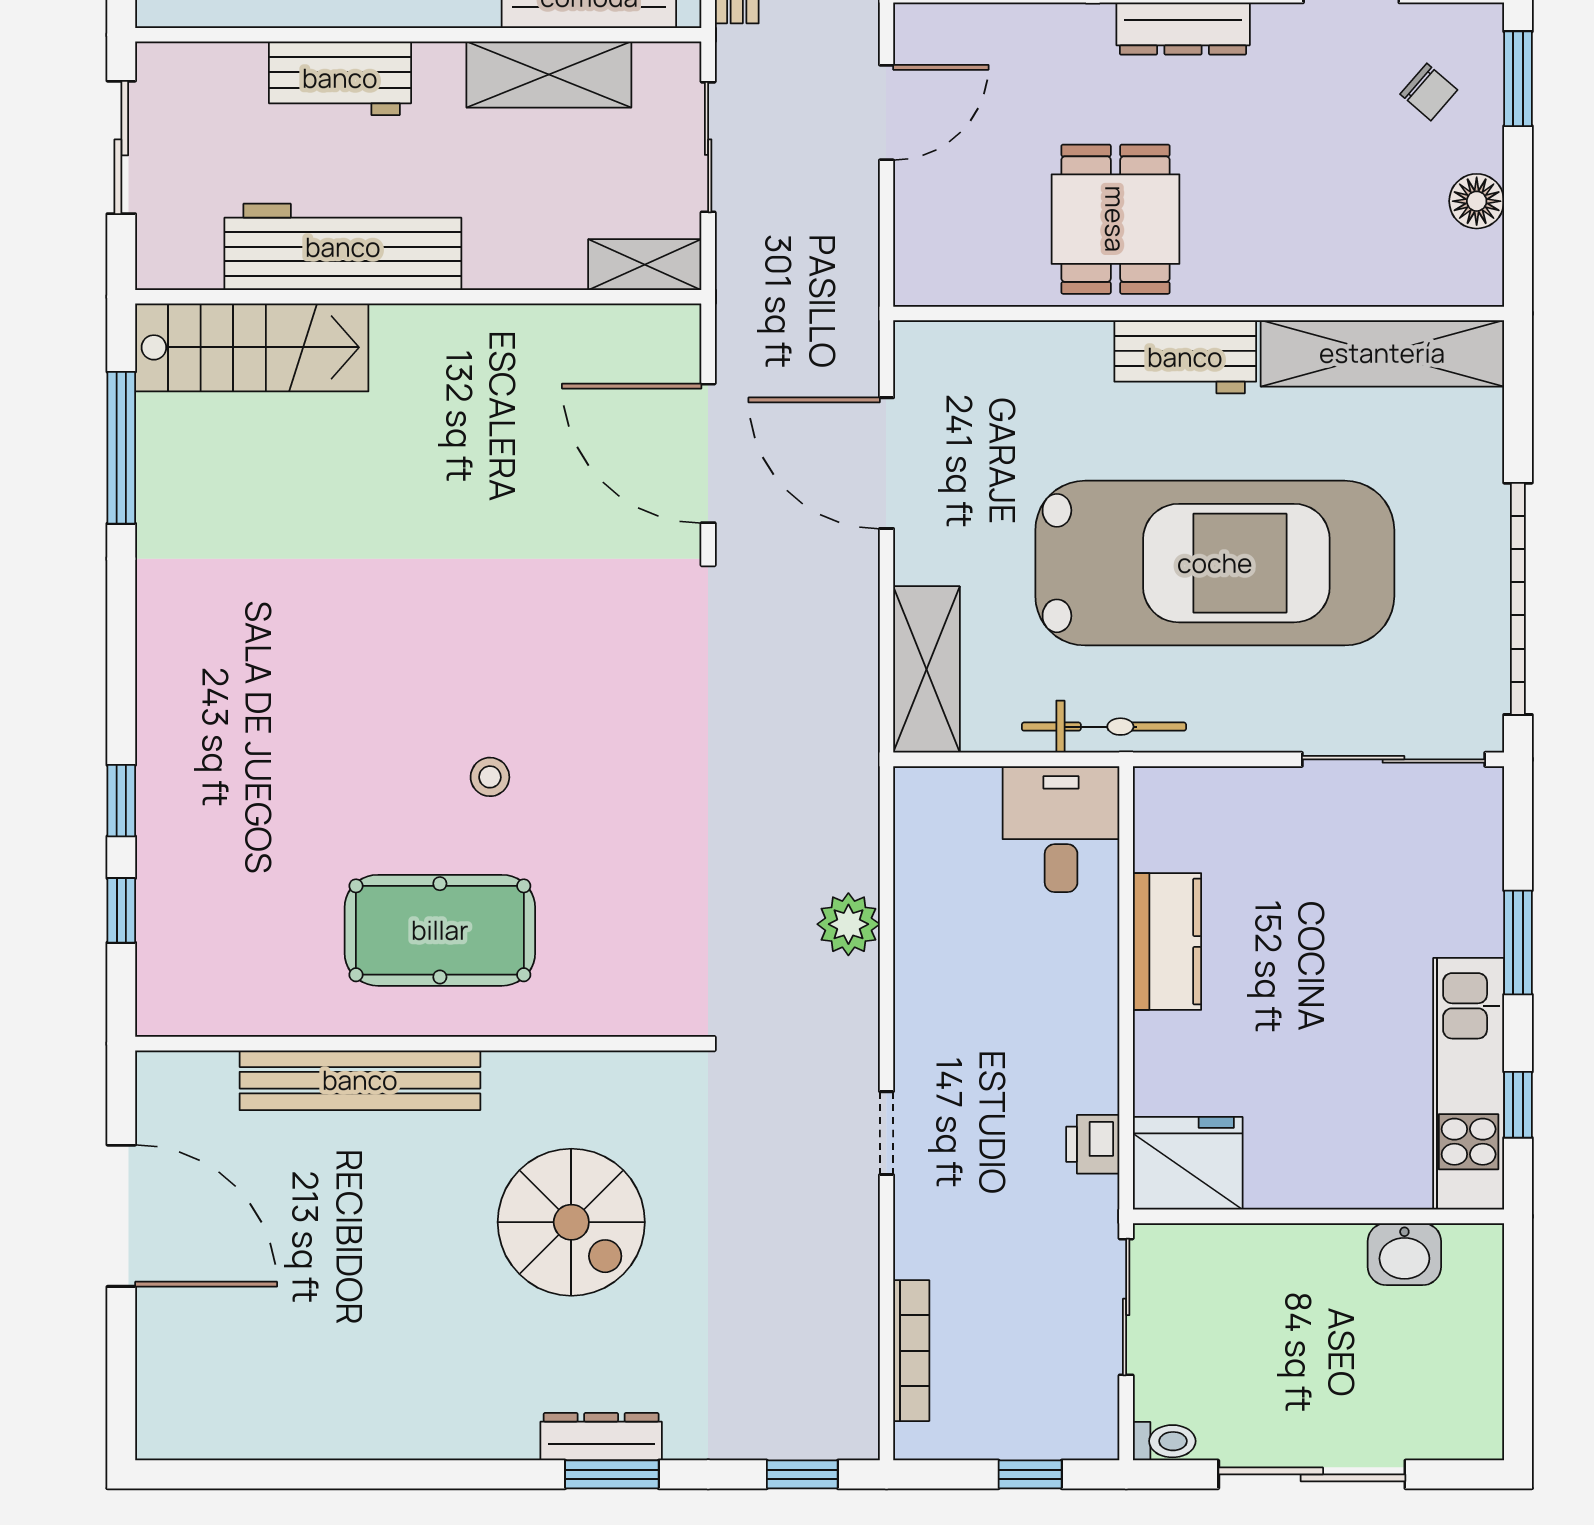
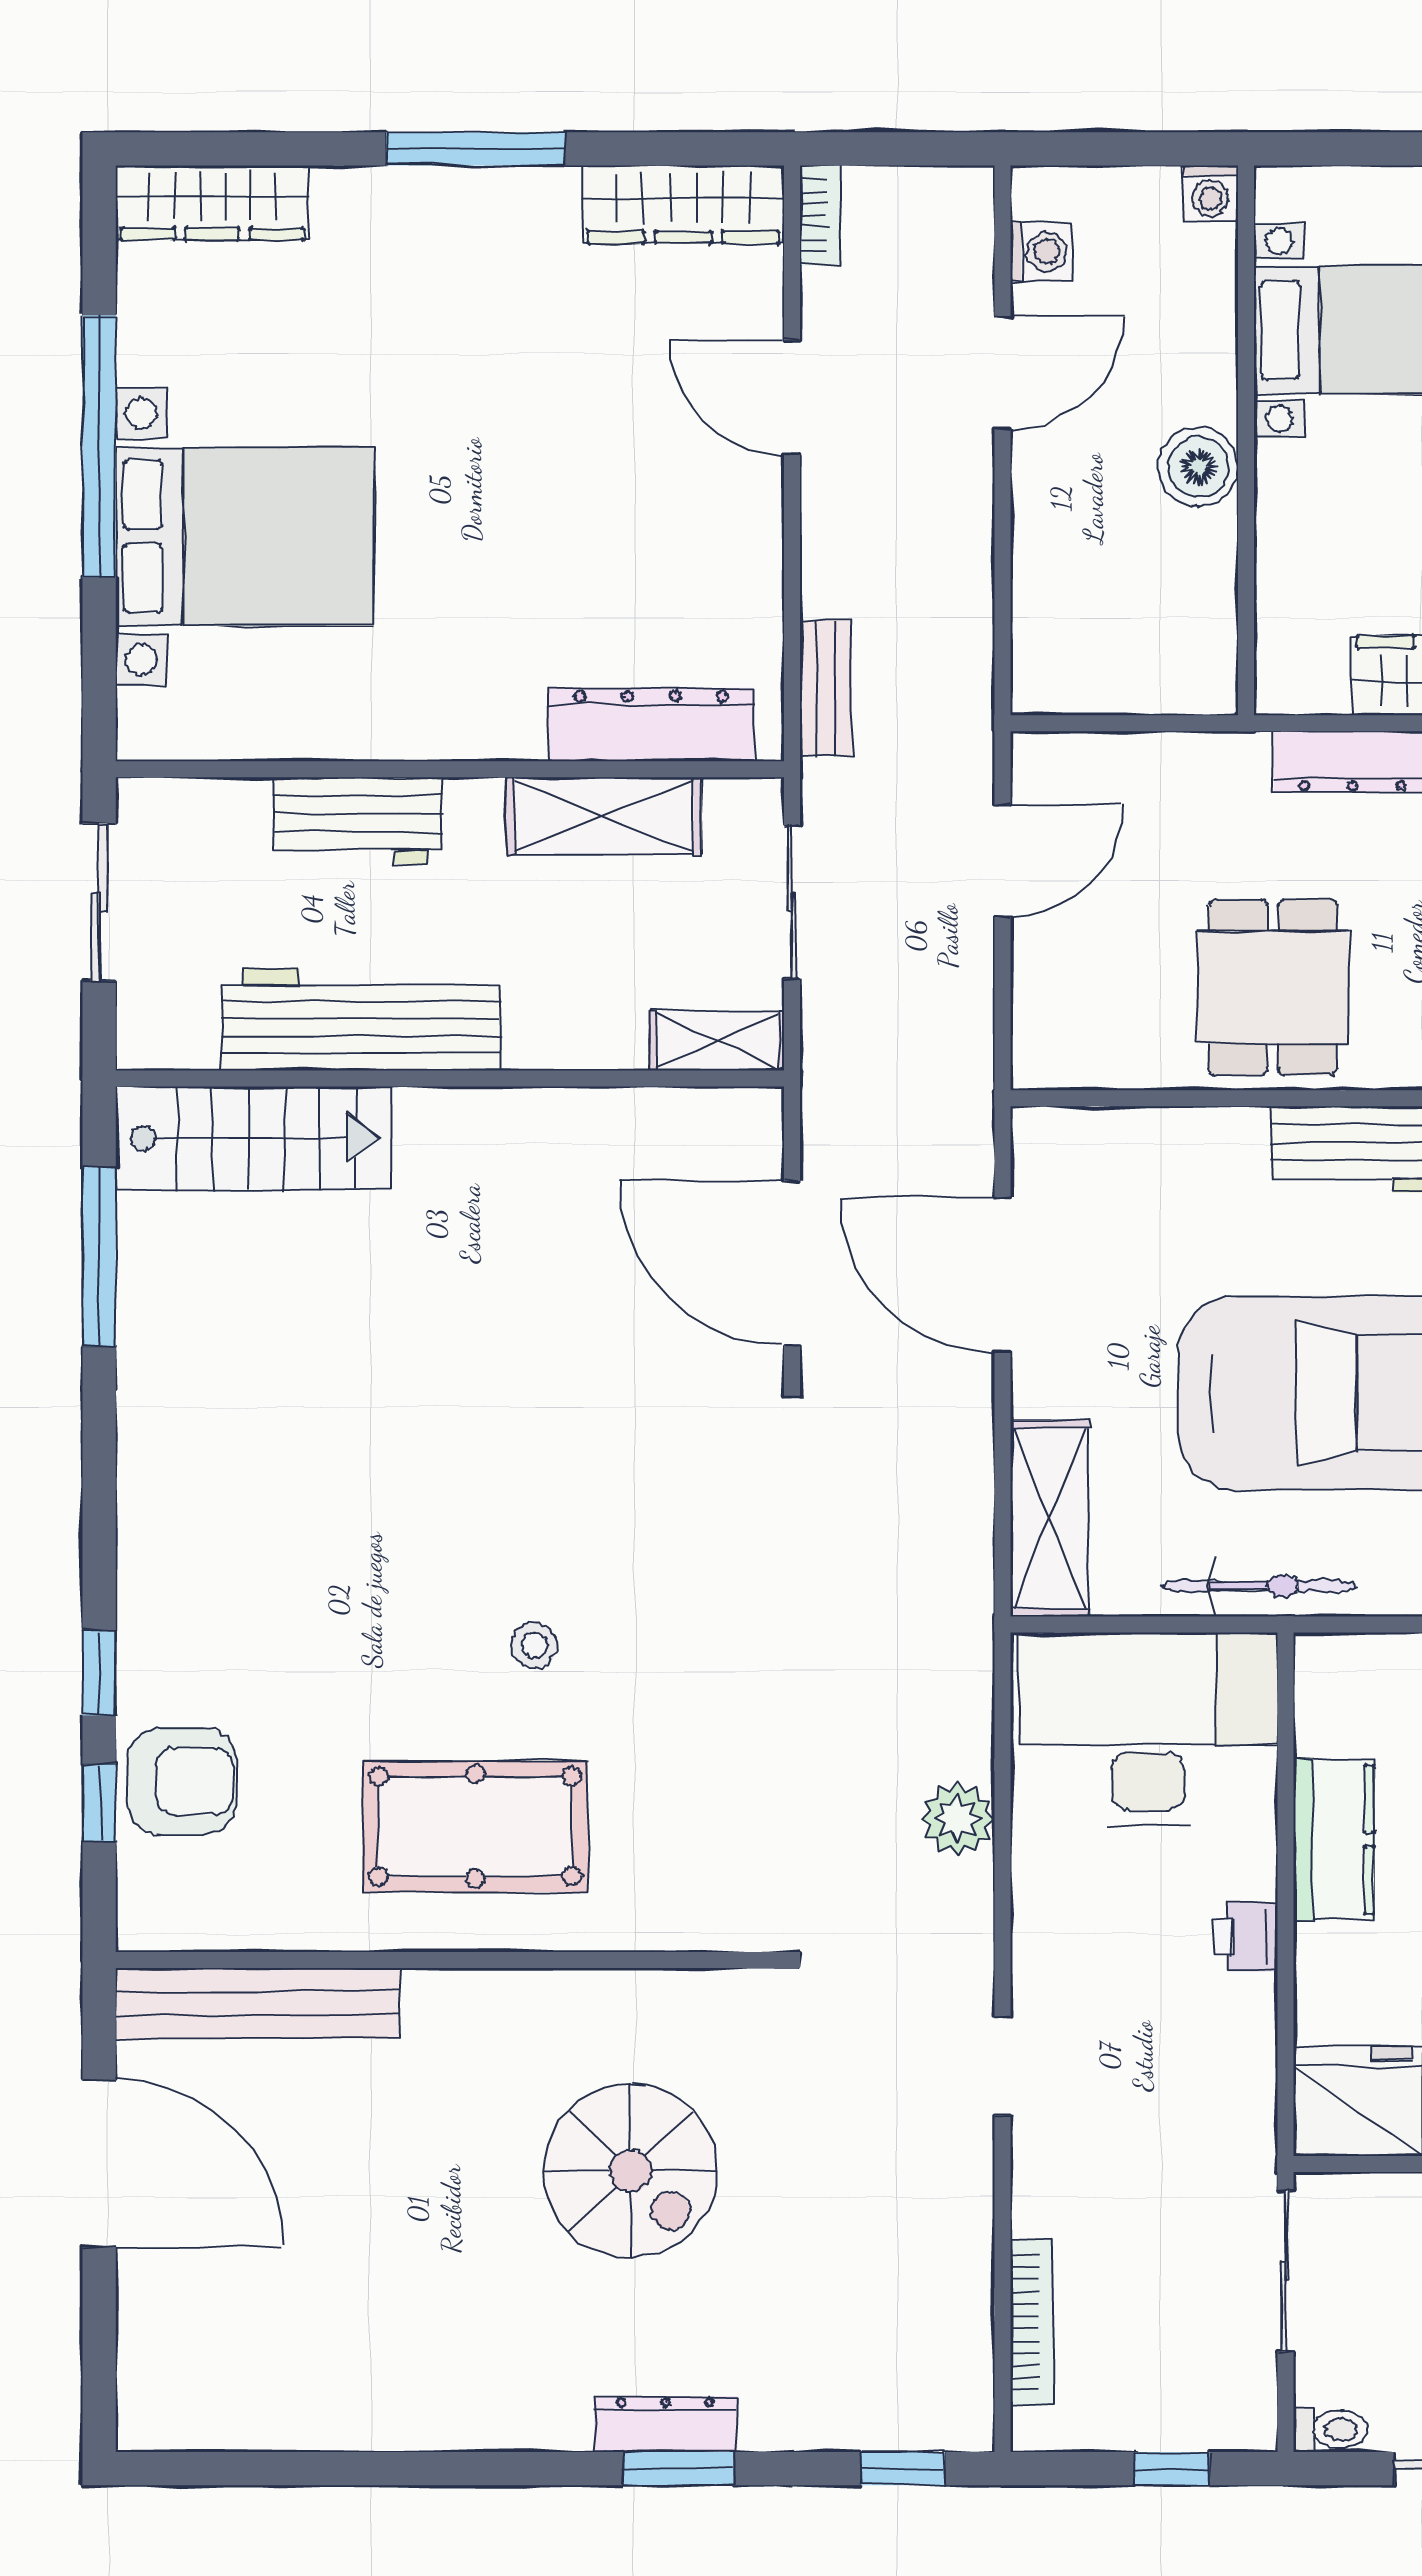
desk: (1061, 829) -> (1148, 1729), width x1.87, depth x1.30
armchair: (191, 892) -> (182, 1781), added
bench: (360, 1080) -> (258, 2003), moved
printer: (1093, 1144) -> (1246, 1937), moved

